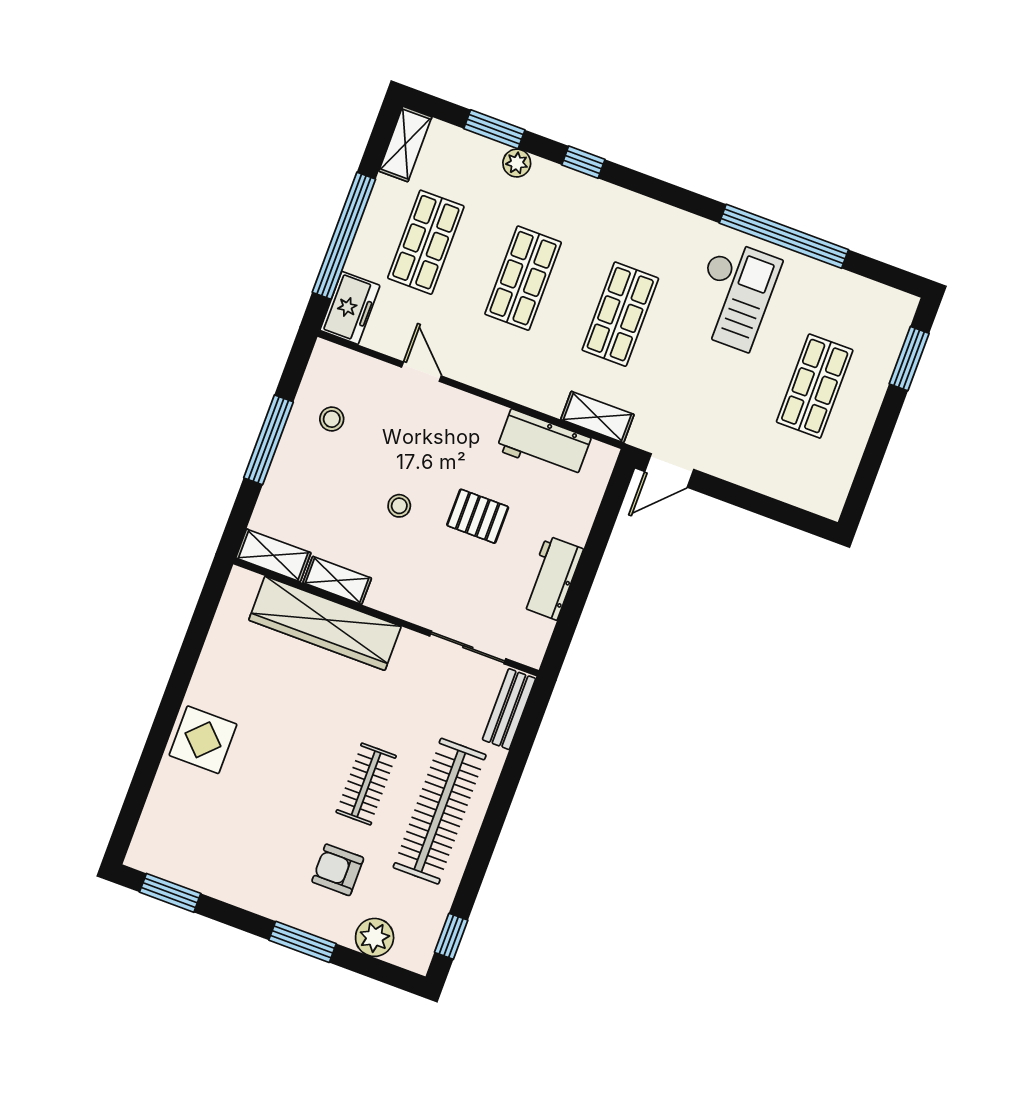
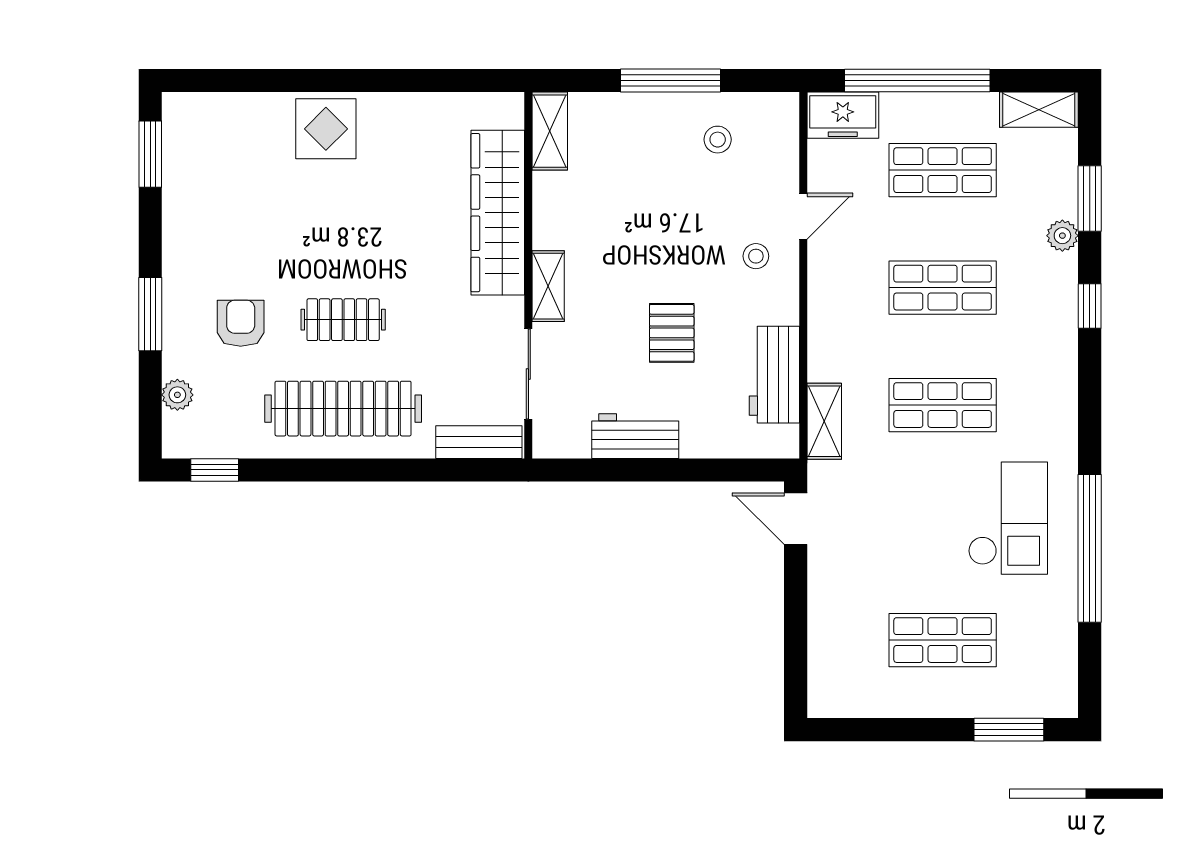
checkout: (734, 295) -> (1008, 518), turned -90
stool: (399, 506) -> (756, 256), moved
shelving: (337, 580) -> (548, 286), moved
plant: (375, 937) -> (177, 395), width x0.73, depth x0.73

